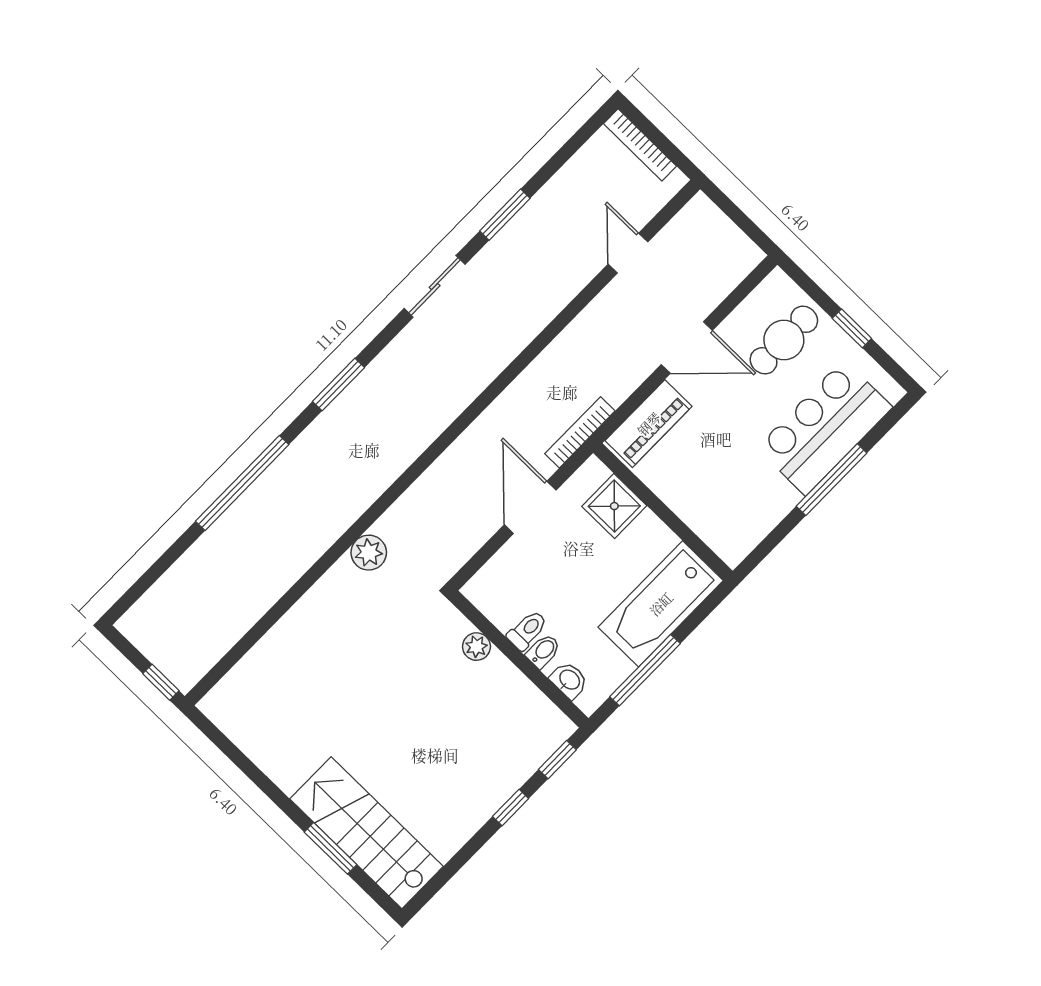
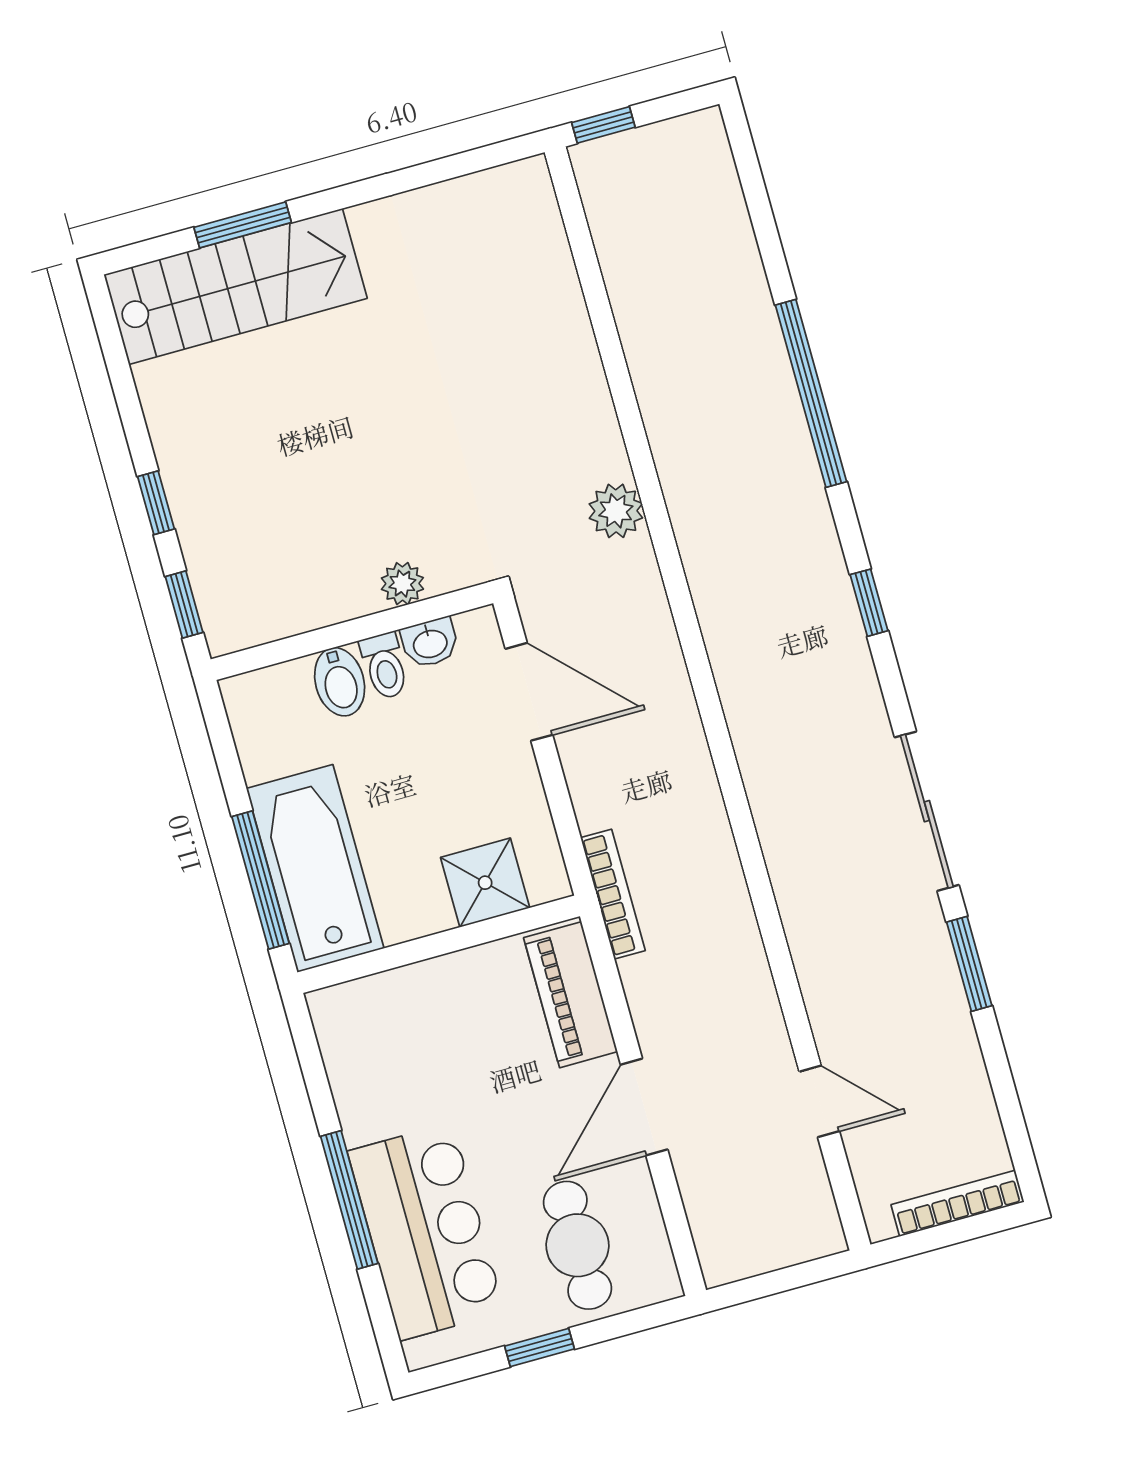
sliding door: (435, 286) -> (927, 811), width x1.37
window: (339, 384) -> (869, 603), width x0.67
door: (530, 507) -> (529, 692), moved
bidet: (543, 651) -> (340, 682), width x1.38, depth x1.36
window: (645, 670) -> (261, 880), moved
washbasin: (569, 680) -> (430, 643), moved

